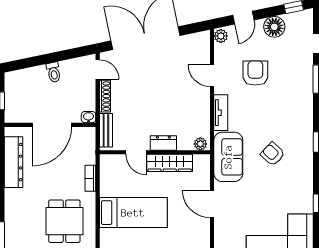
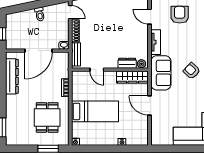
dresser: (163, 143) -> (127, 63), moved
wardrobe: (170, 163) -> (132, 77), moved

